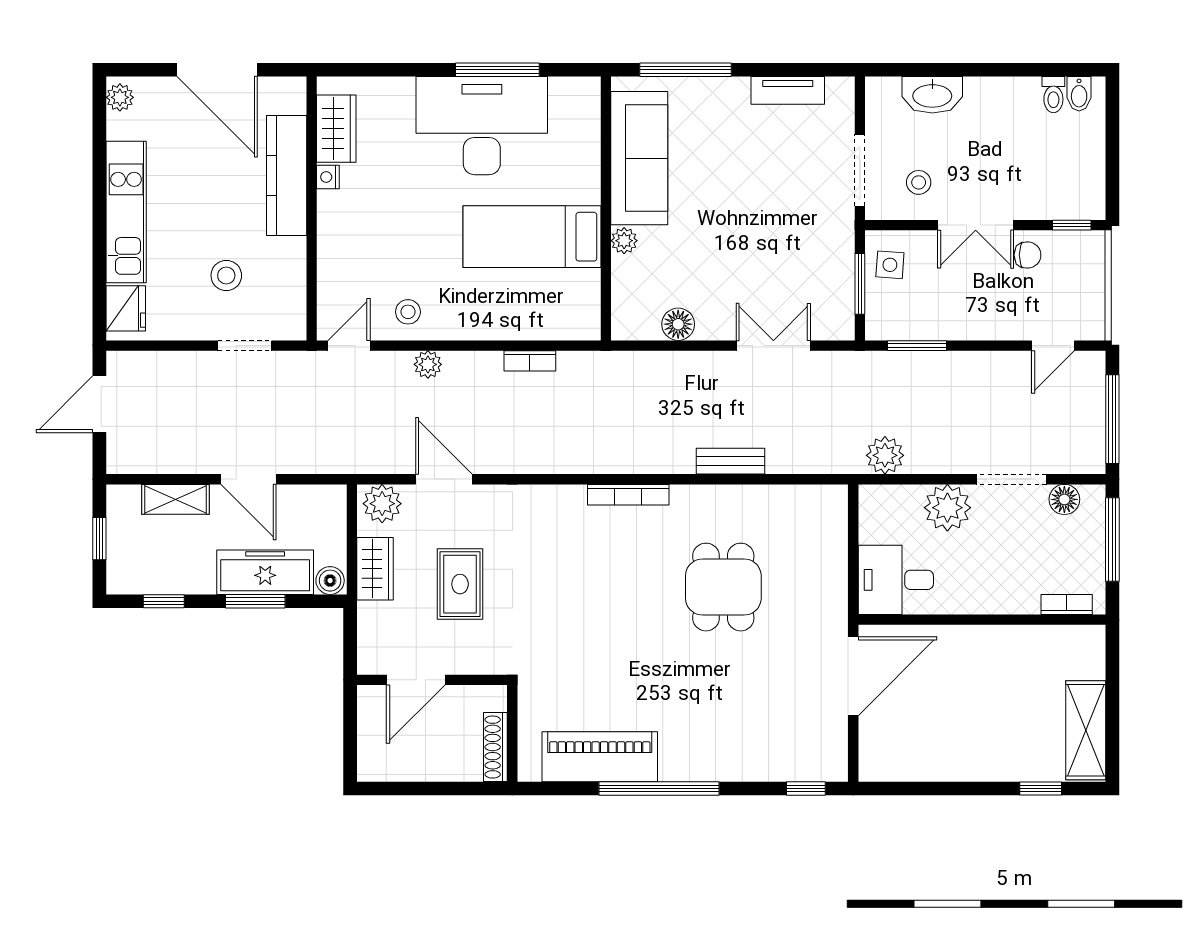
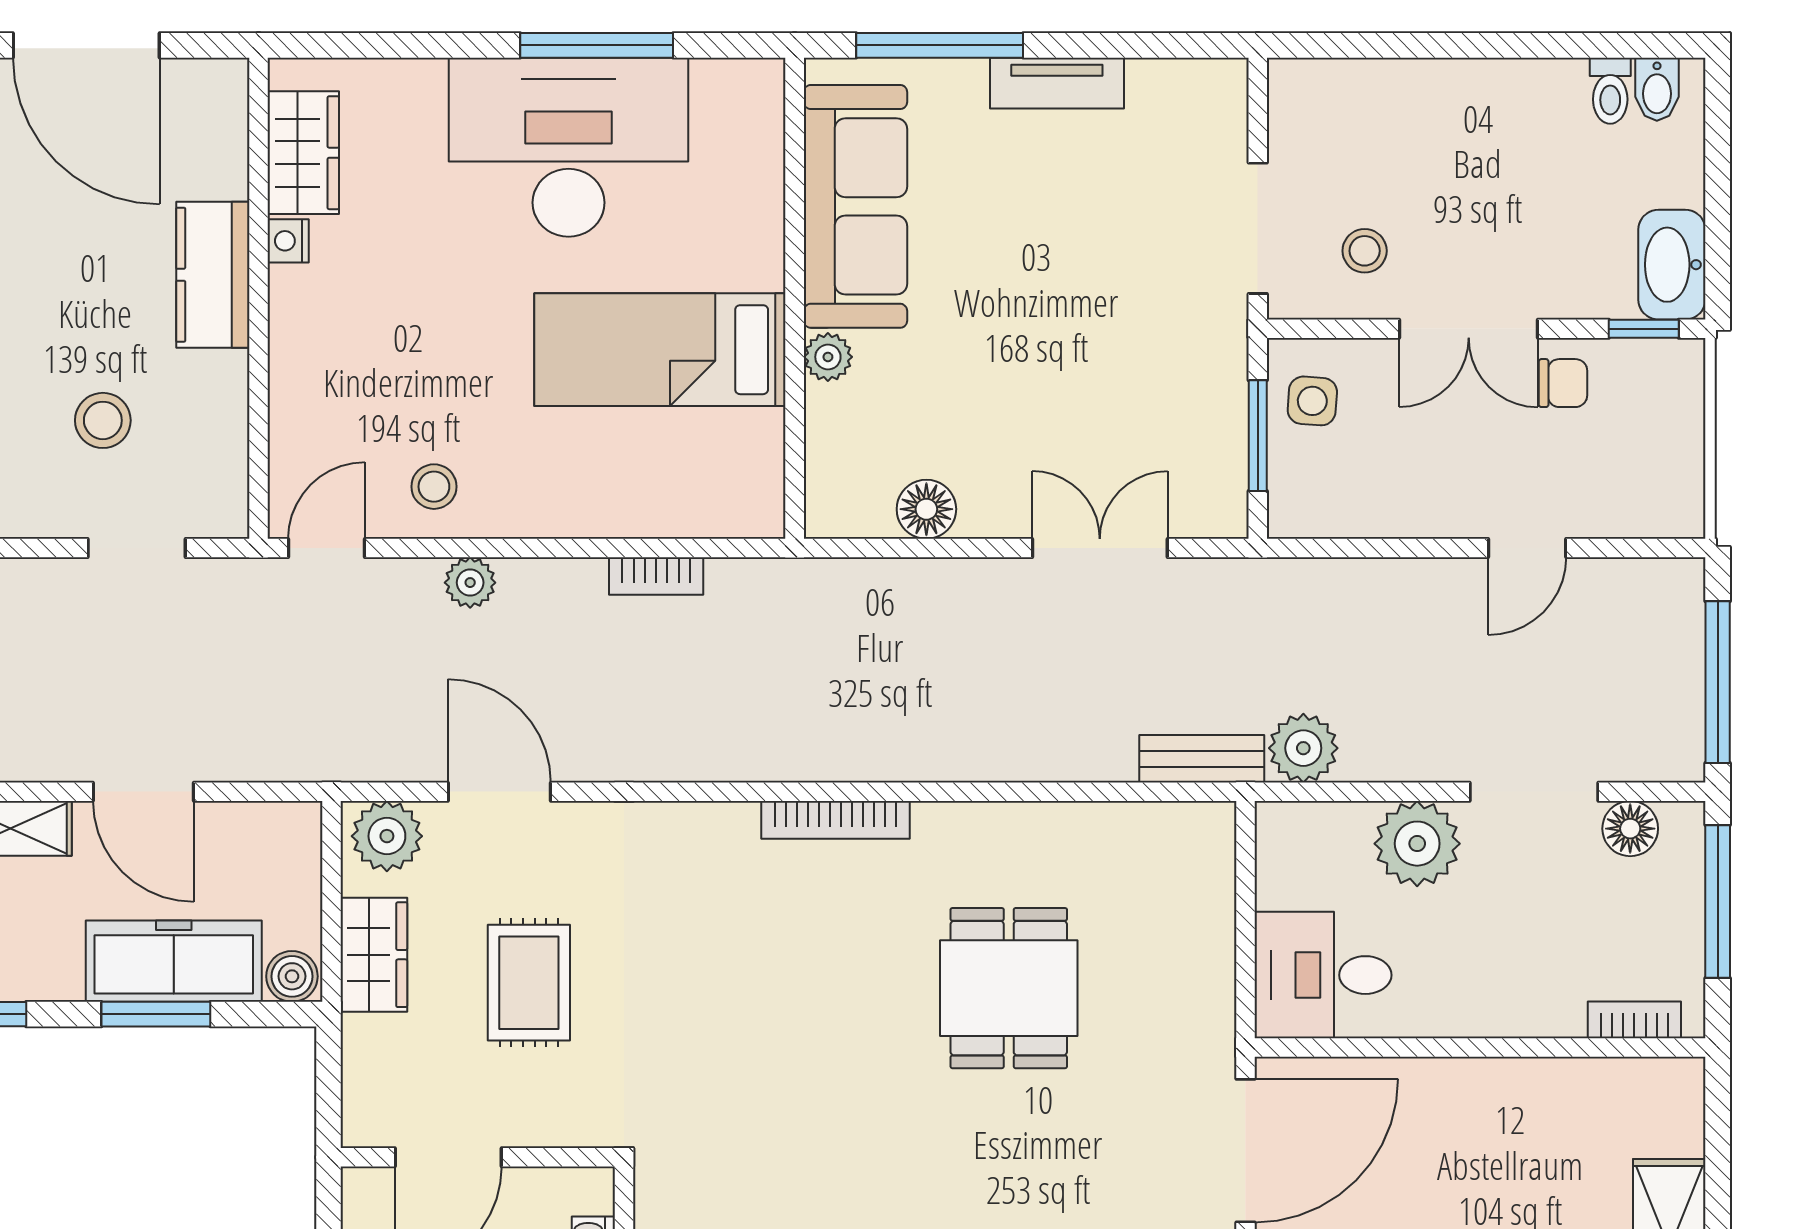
tv unit: (788, 90) -> (1057, 83), moved
washbasin: (932, 95) -> (1672, 265), moved, turned 90
kitchen counter: (287, 176) -> (213, 275), width x0.67
window: (917, 346) -> (1362, 548), removed
door: (1053, 346) -> (1527, 548), moved
bench: (730, 461) -> (1202, 759), moved

